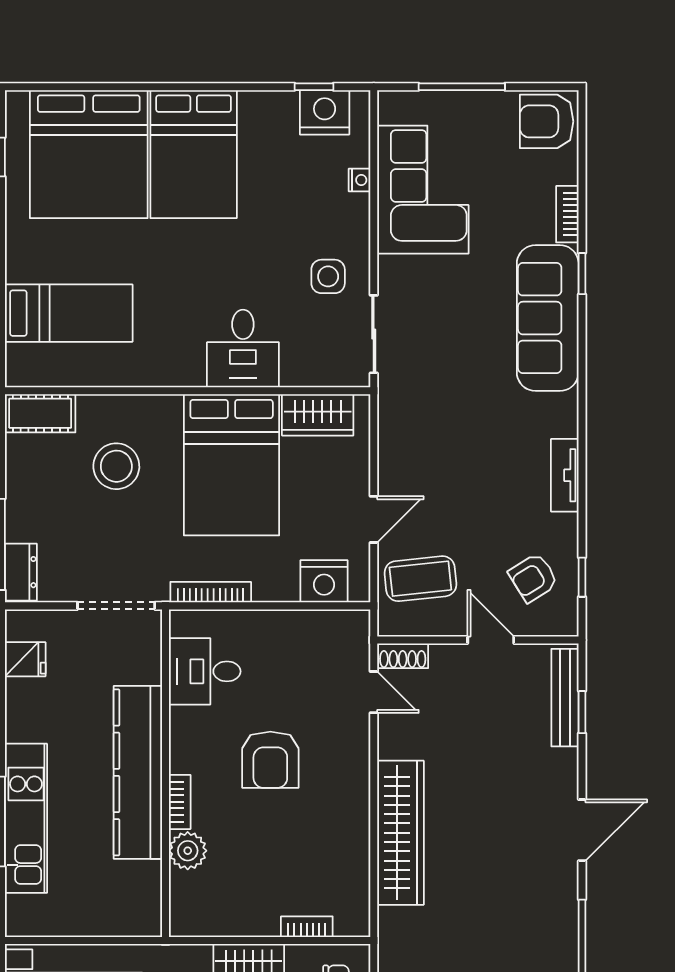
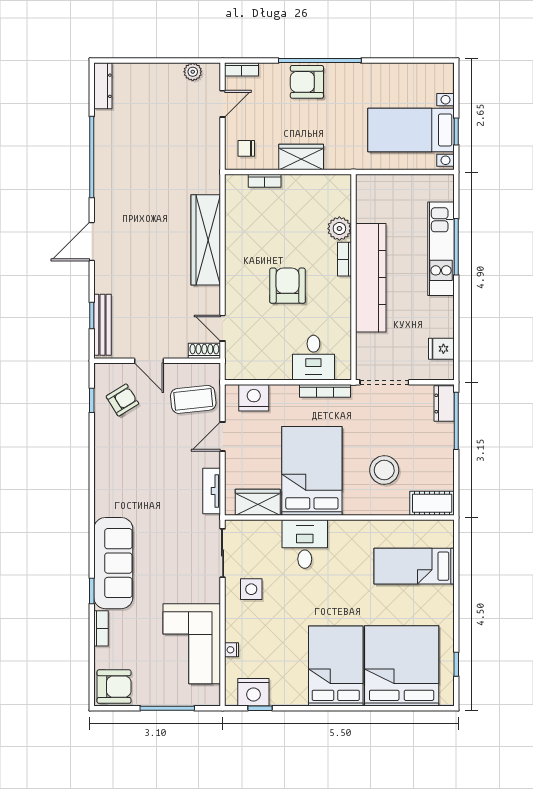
tv unit: (565, 475) -> (212, 491), moved, turned 180
desk: (205, 671) -> (313, 358), moved, turned 90

